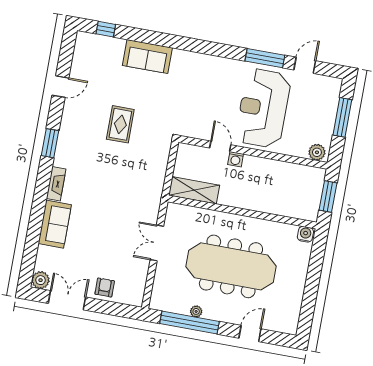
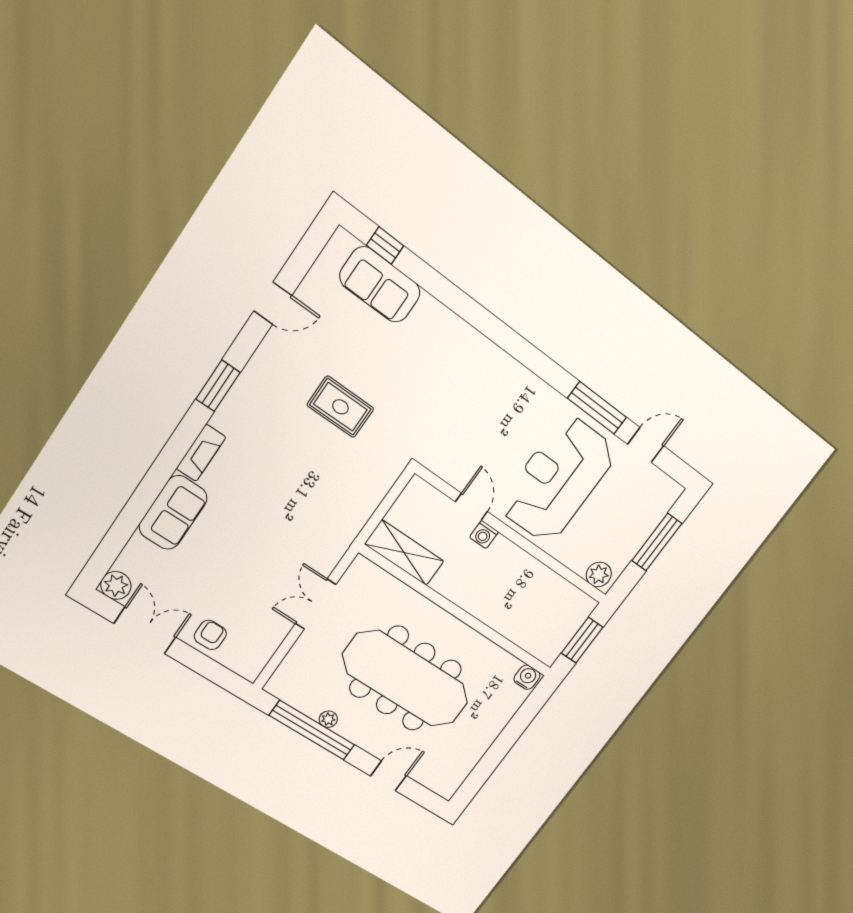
sofa: (147, 57) -> (380, 285), moved
rug: (120, 124) -> (340, 407), turned 90

